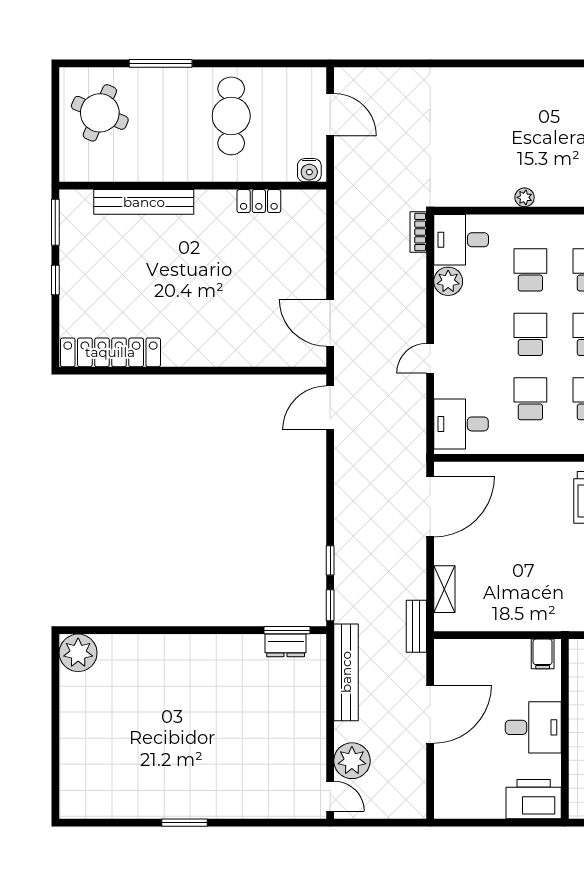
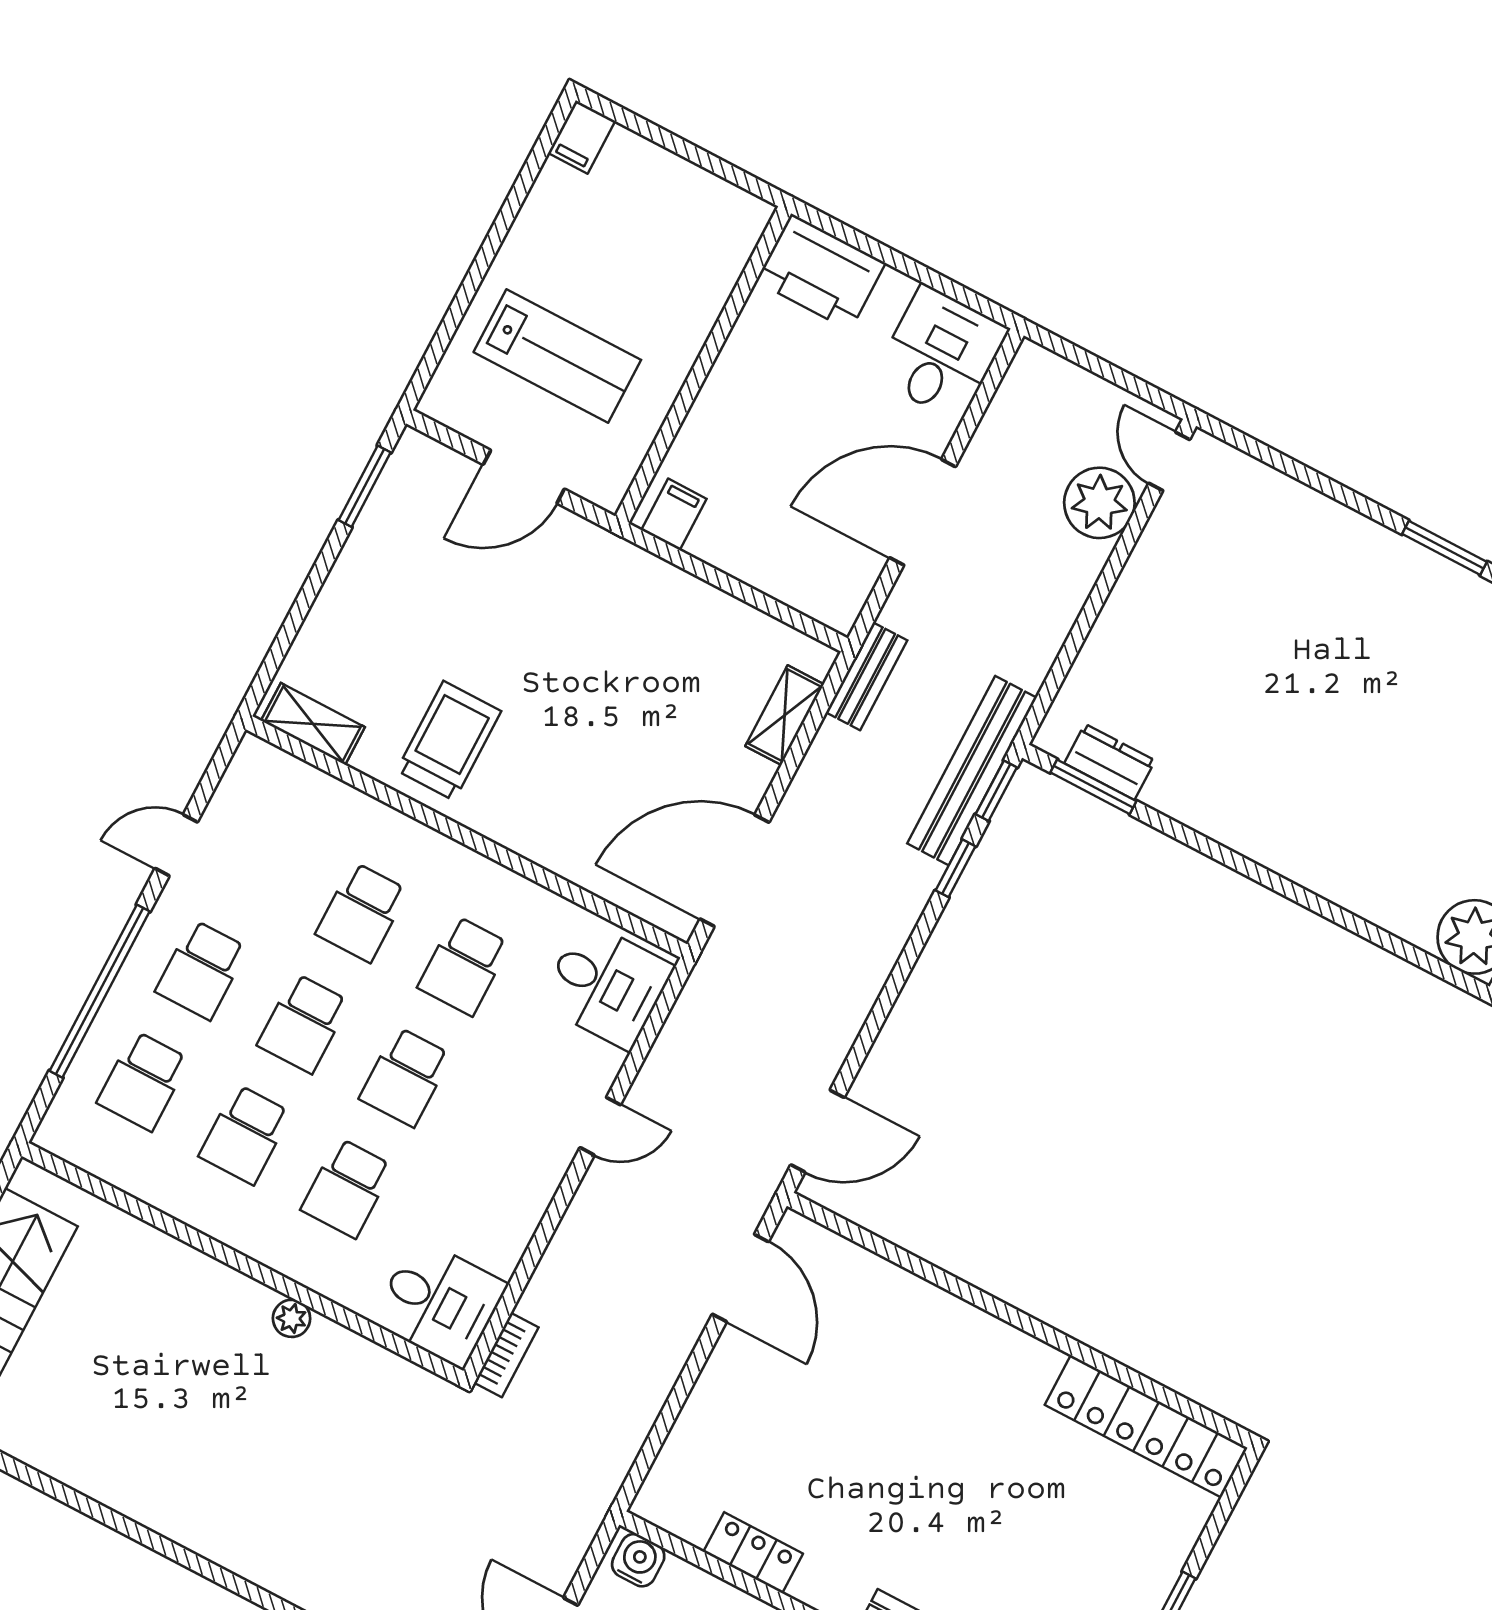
plant: (448, 281) -> (499, 1243), removed
bench: (346, 672) -> (972, 771), moved
desk: (533, 727) -> (941, 353), moved, turned 90

